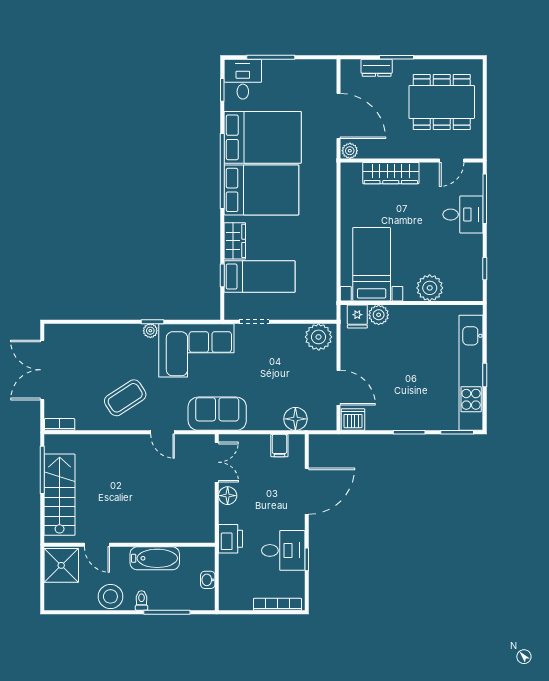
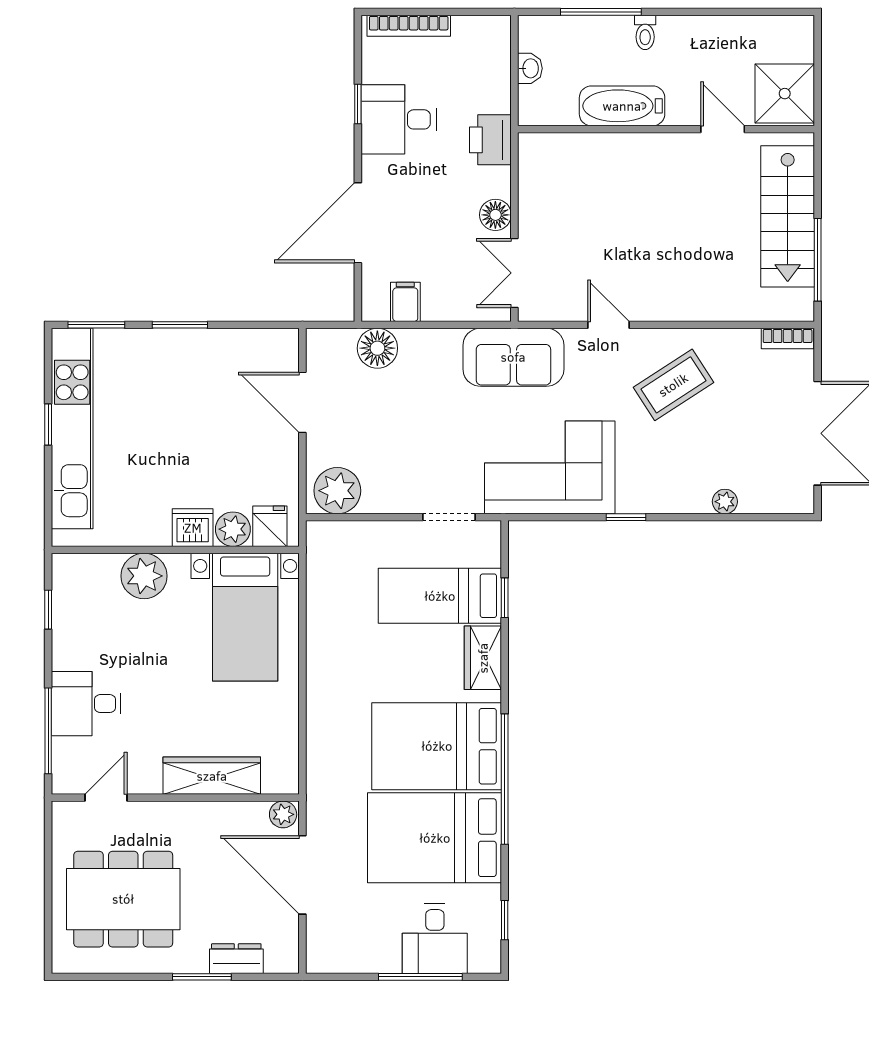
desk: (243, 79) -> (435, 939), moved
plant: (150, 331) -> (725, 502), moved
dishwasher: (353, 420) -> (193, 528), moved, turned 180
stool: (110, 596) -> (699, 39), removed

